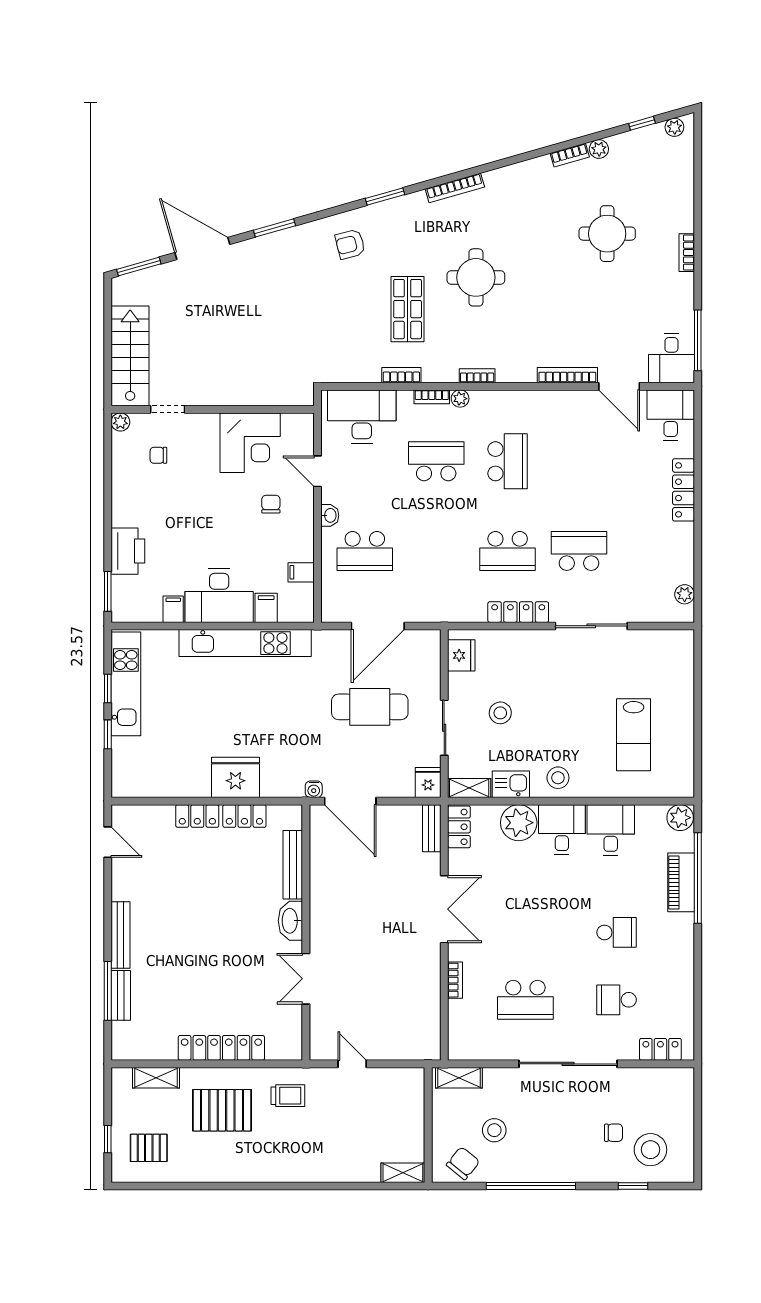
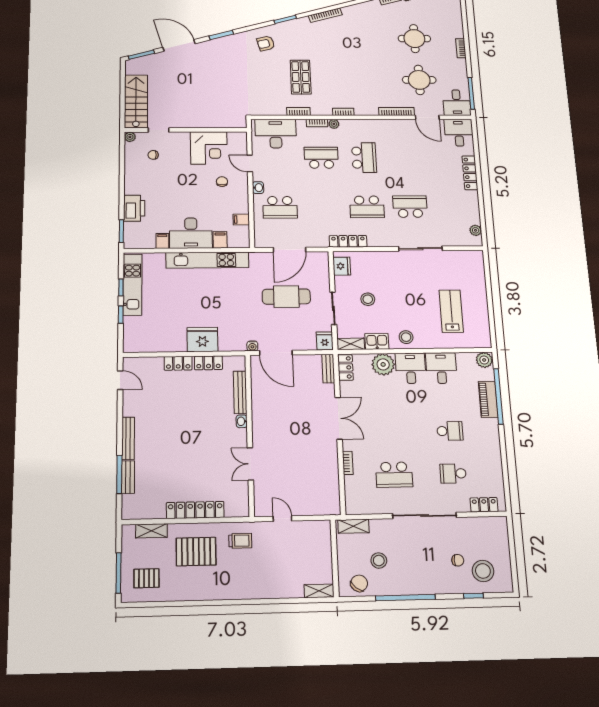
round table: (476, 277) -> (419, 80), moved
locker: (518, 612) -> (348, 241), moved
lab bench: (634, 735) -> (451, 311), turned 180
washbasin: (290, 921) -> (242, 421), width x0.52, depth x0.69
window: (108, 1139) -> (118, 573), width x2.17

